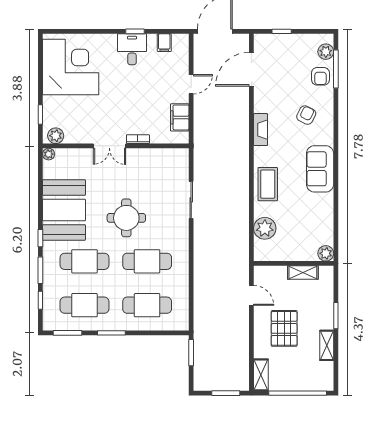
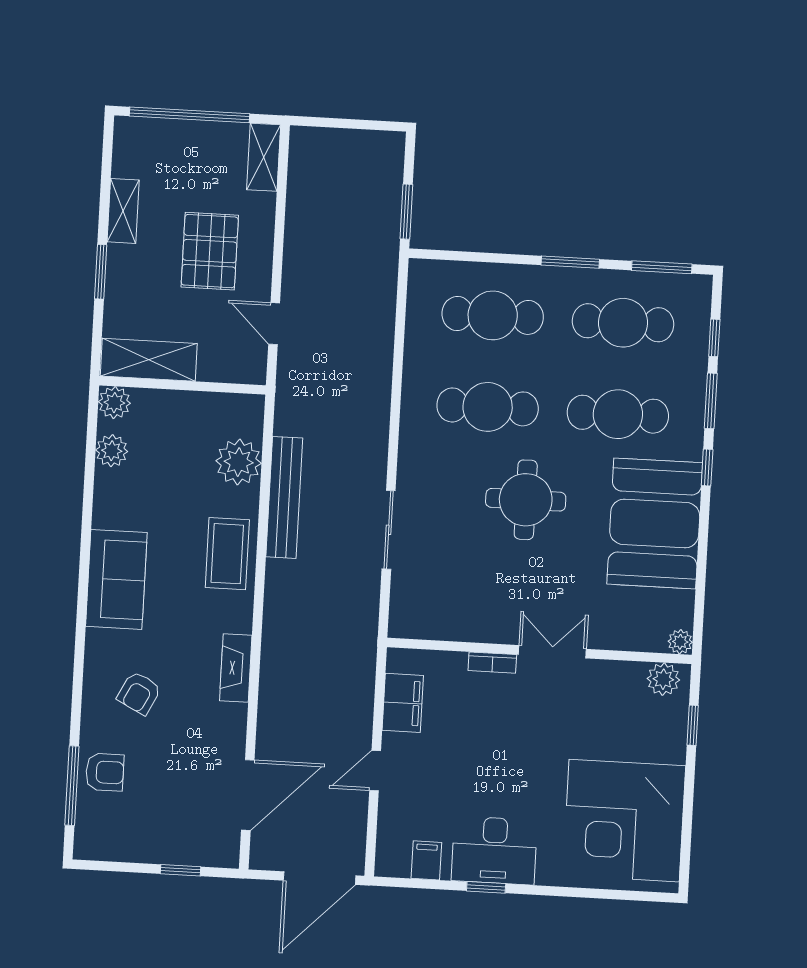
desk: (132, 49) -> (494, 850), width x1.37
plant: (326, 52) -> (112, 451), moved
armchair: (320, 76) -> (105, 772), turned 90
bench: (242, 213) -> (284, 497), added
shelving: (303, 273) -> (149, 360), width x1.50, depth x1.33
window: (226, 393) -> (339, 123), removed

